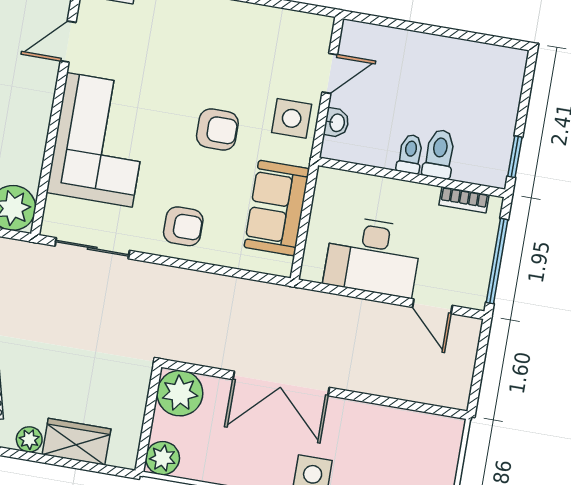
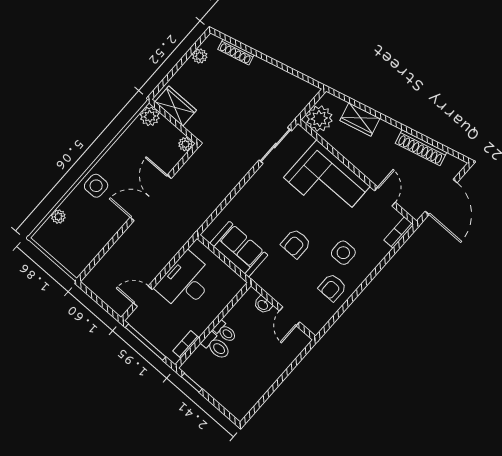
side table: (292, 118) -> (343, 253), moved
armchair: (183, 226) -> (332, 287), moved
plant: (180, 393) -> (185, 144), width x0.53, depth x0.53
wardrobe: (76, 442) -> (176, 106), moved, turned -90

